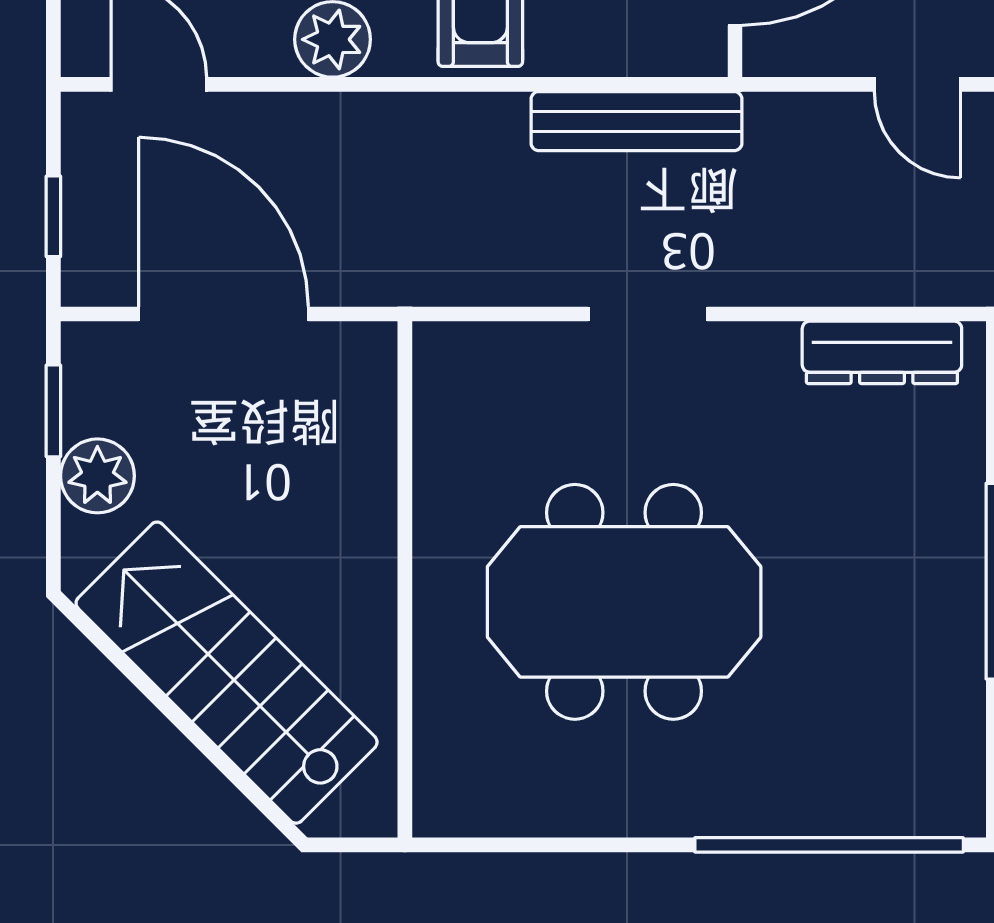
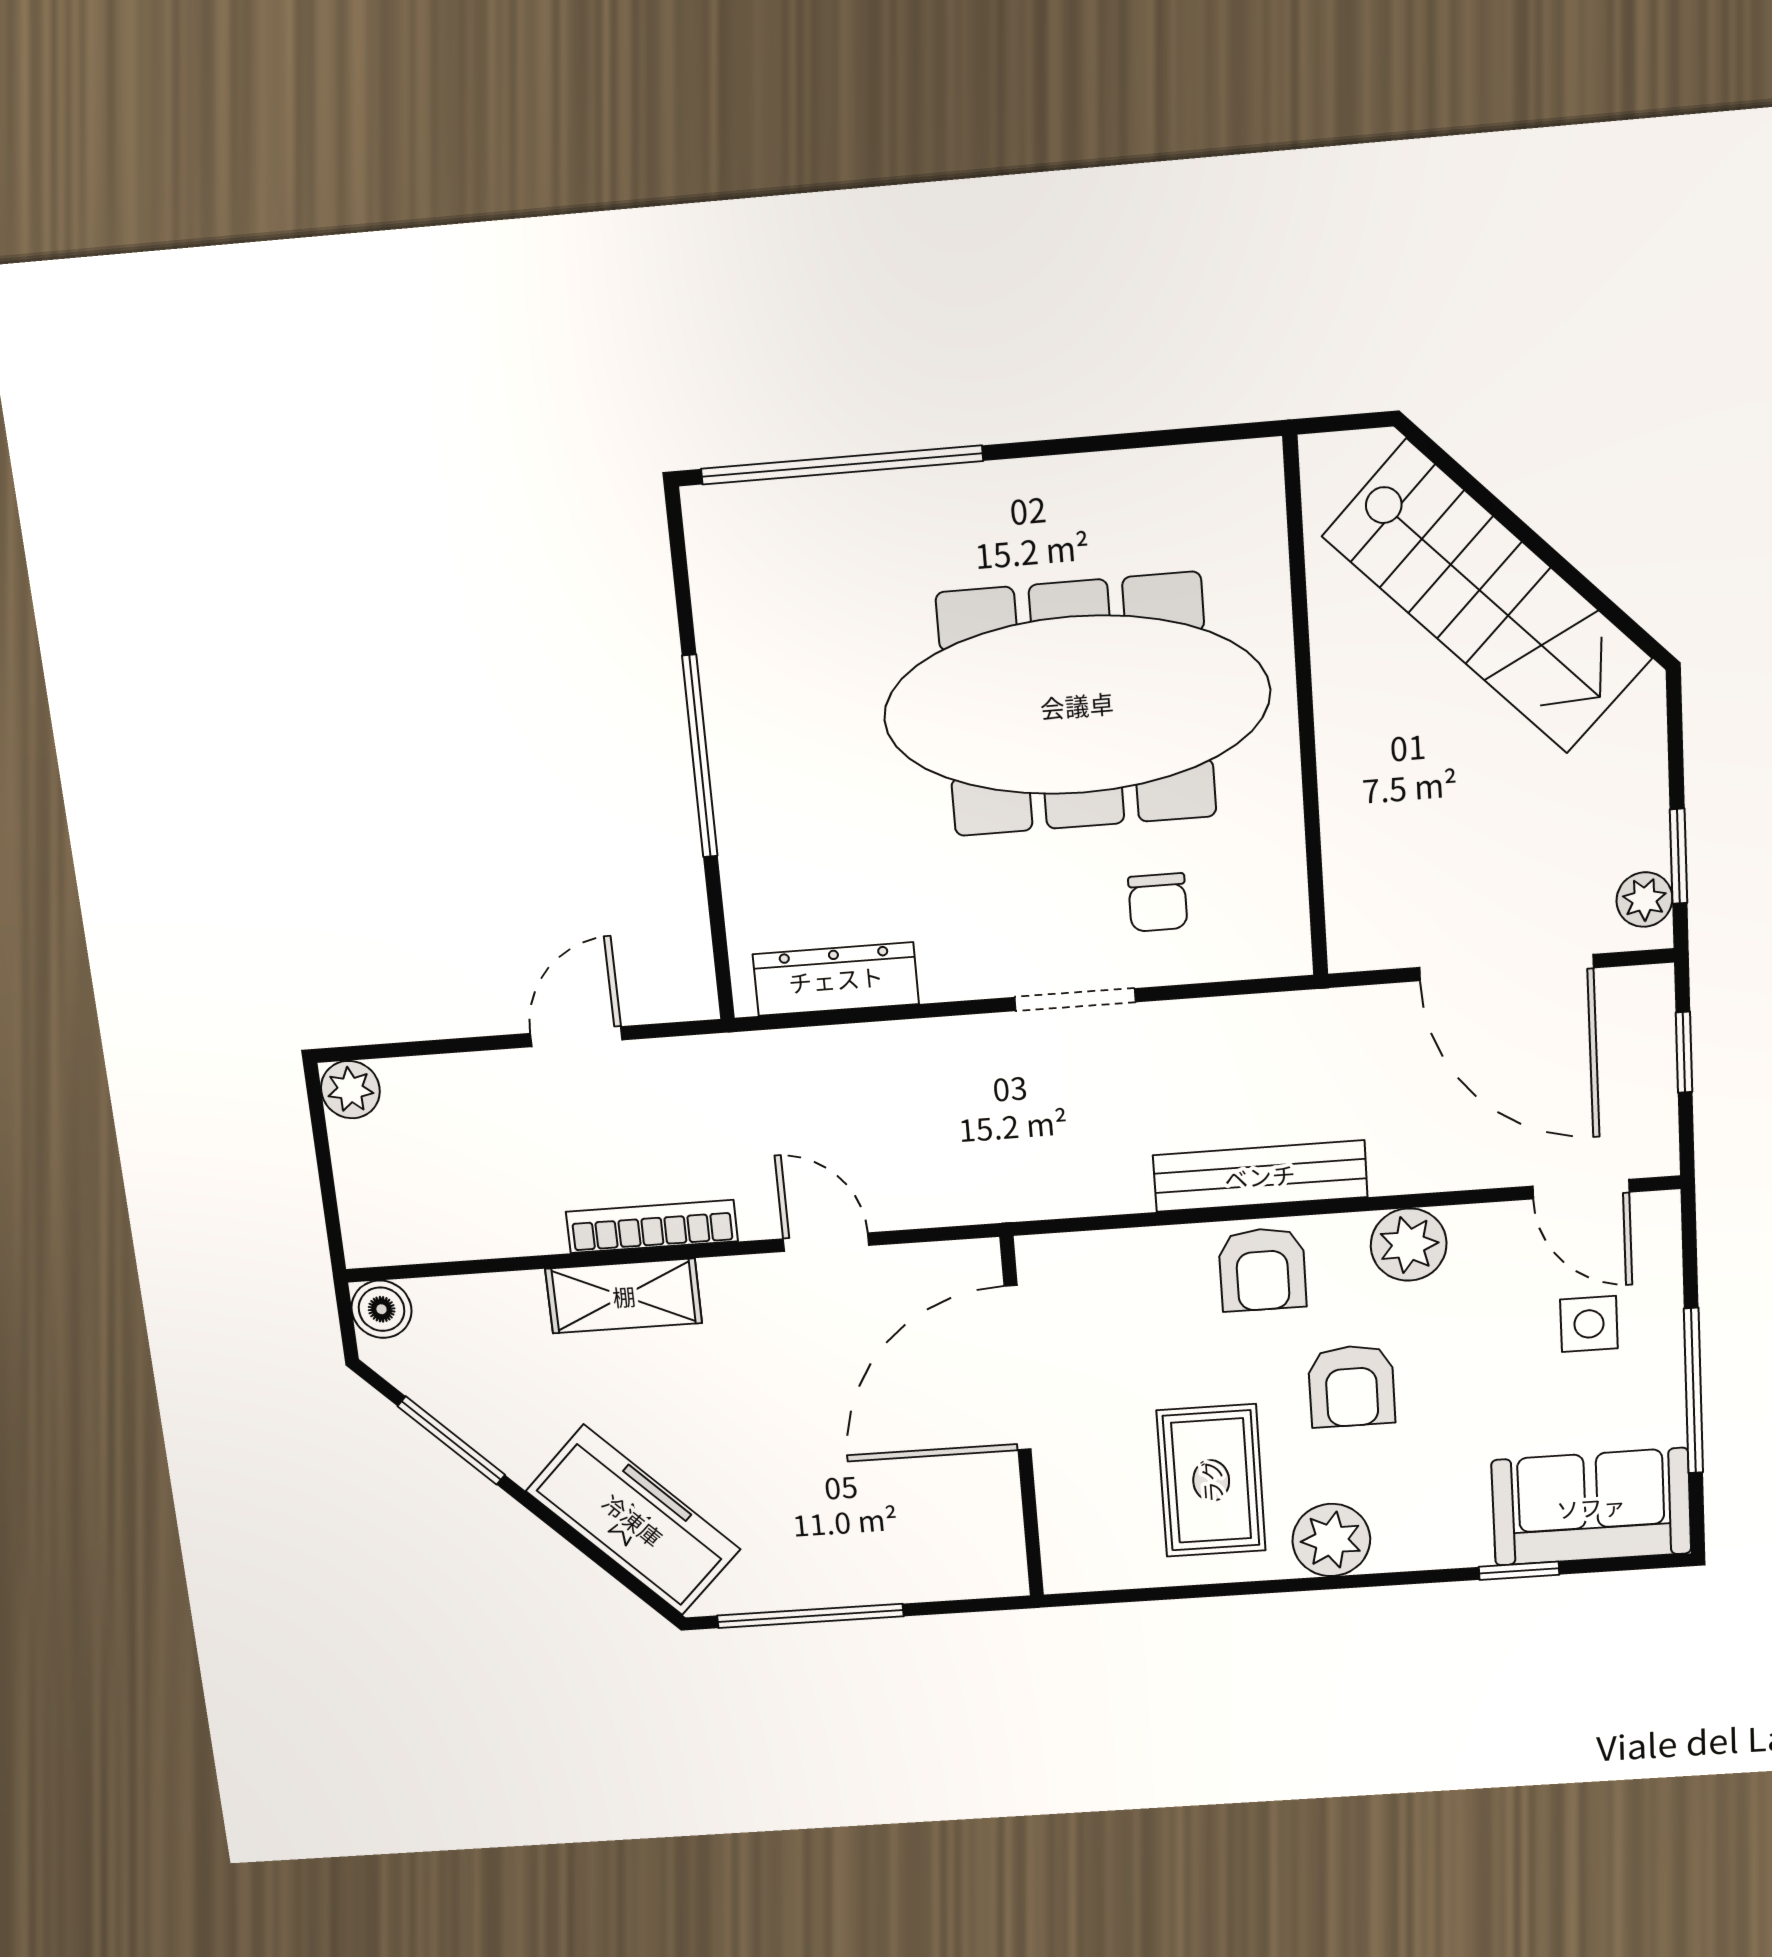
bench: (636, 121) -> (1260, 1176), moved
chair: (559, 404) -> (1158, 902), added
plant: (97, 476) -> (1644, 900), moved, width x0.73, depth x0.73
meeting table: (624, 602) -> (1077, 705), width x1.36

